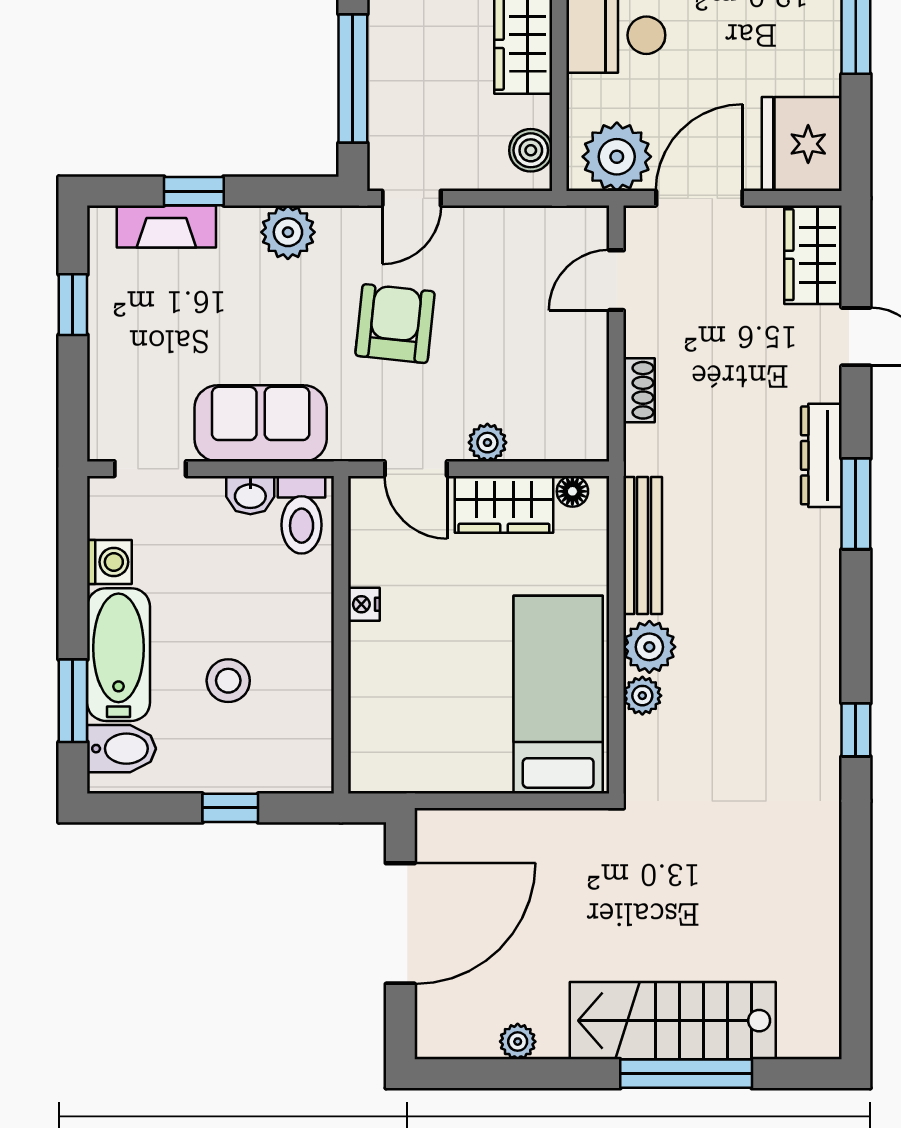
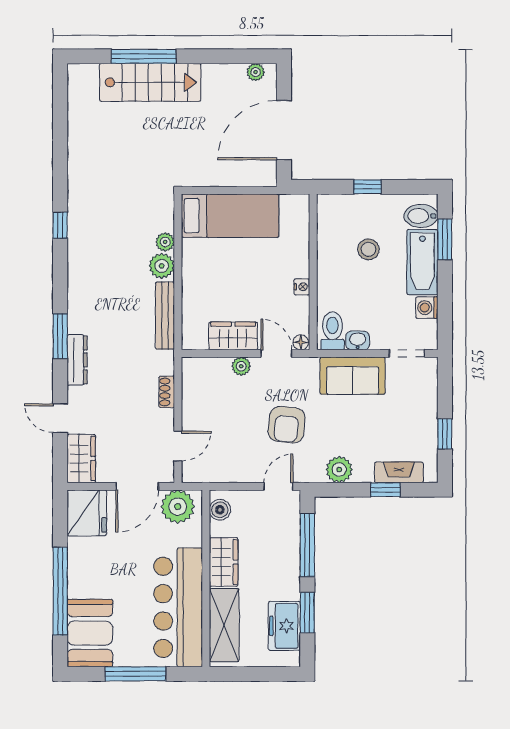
floor lamp: (572, 491) -> (301, 342), moved
bed: (558, 695) -> (230, 216), moved, turned -90
plant: (518, 1042) -> (256, 72), moved

